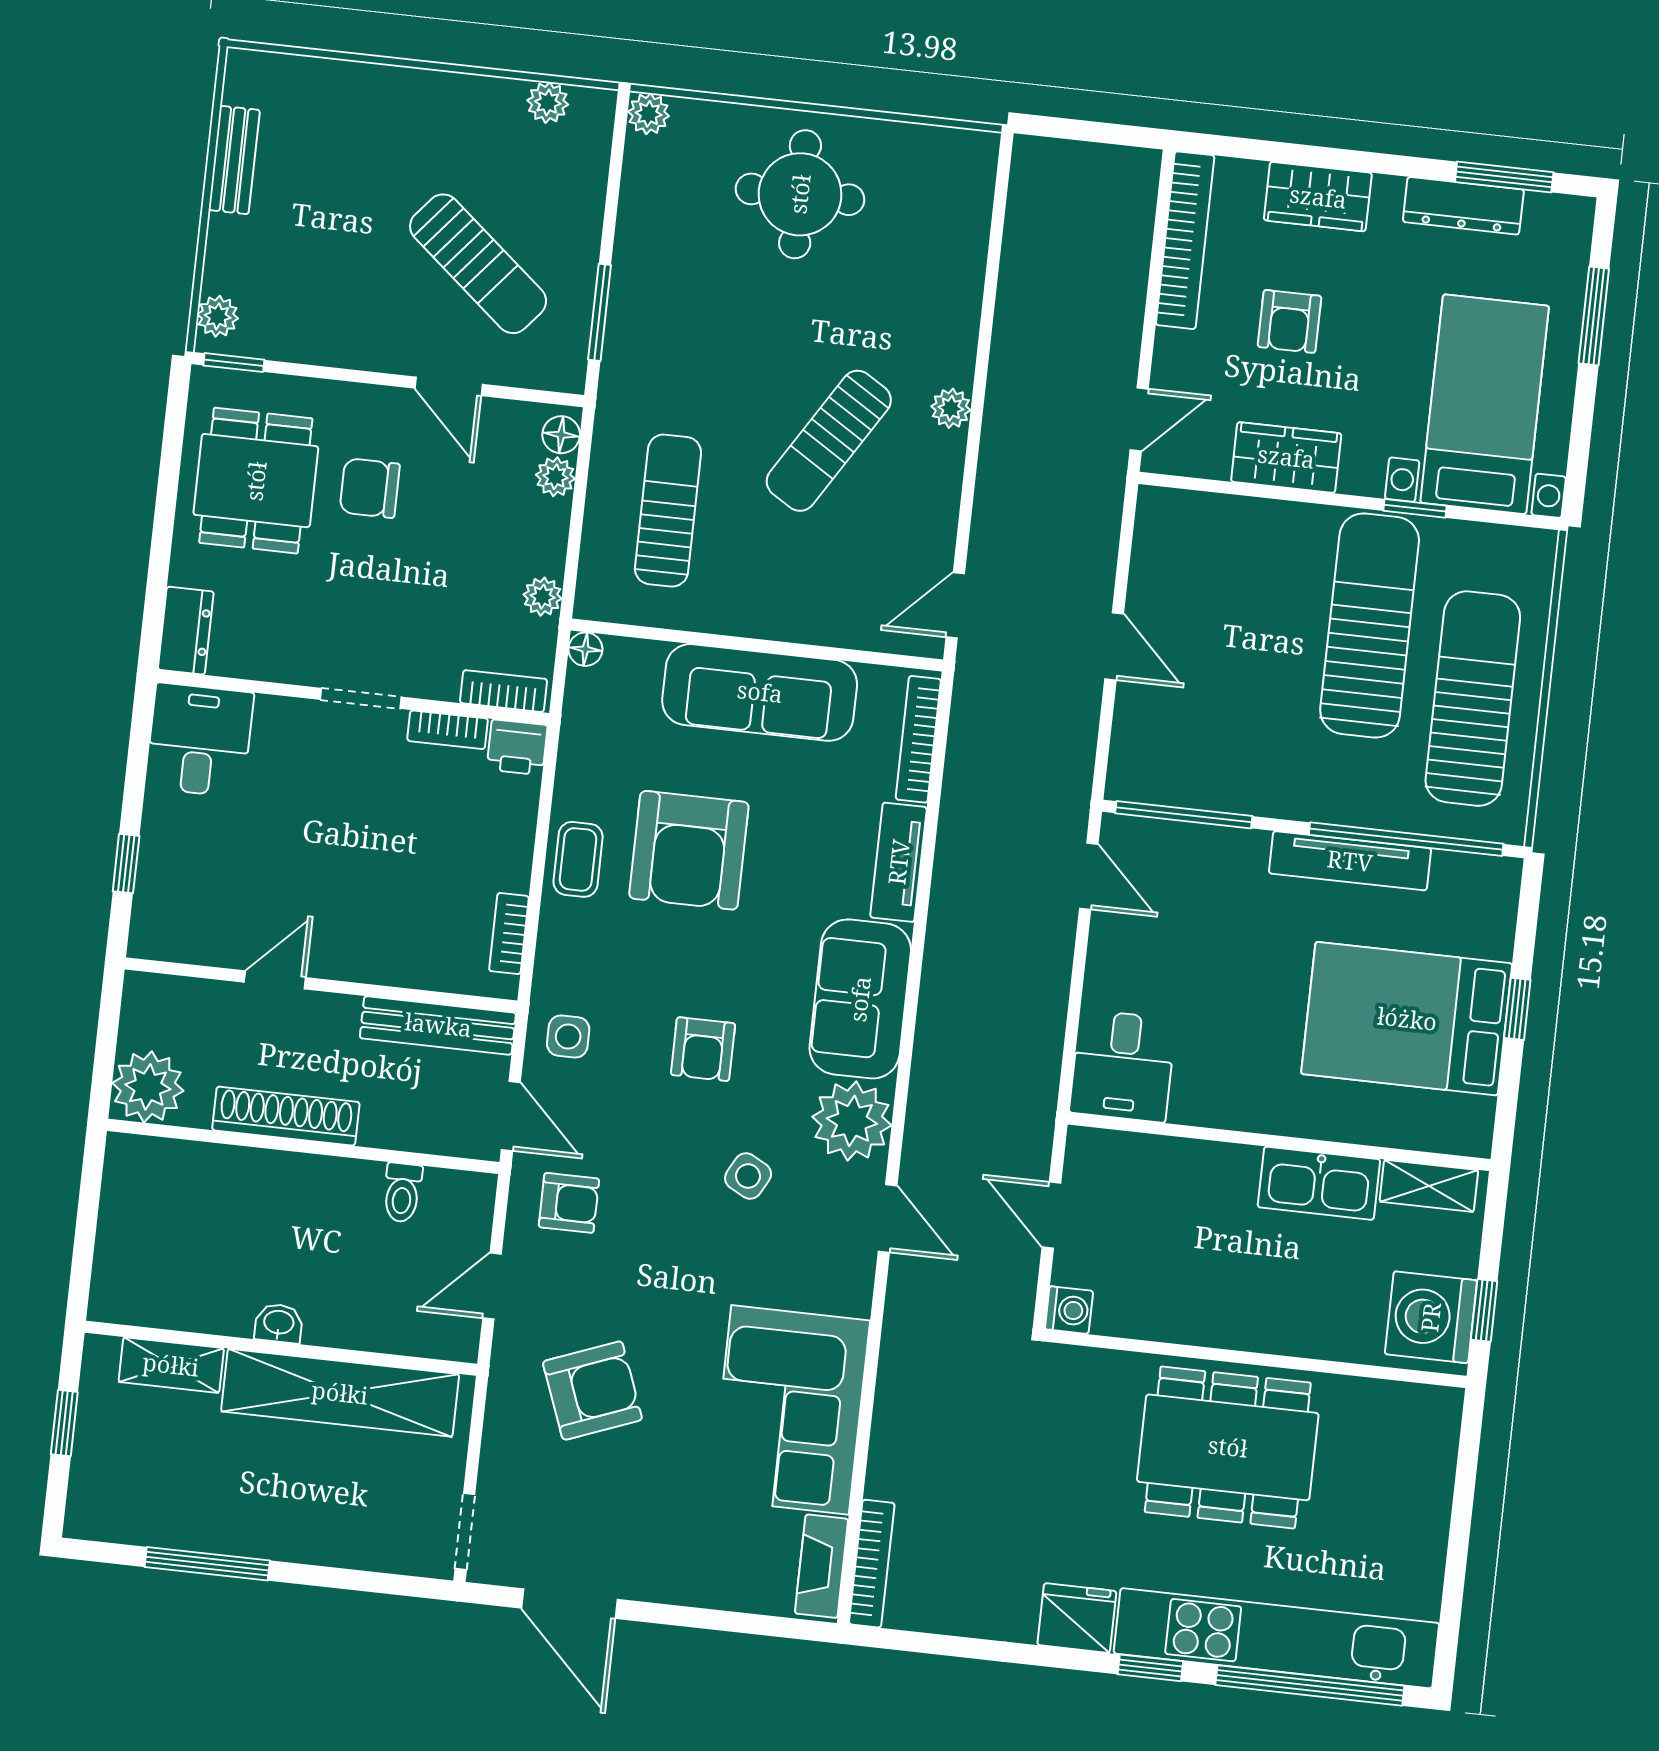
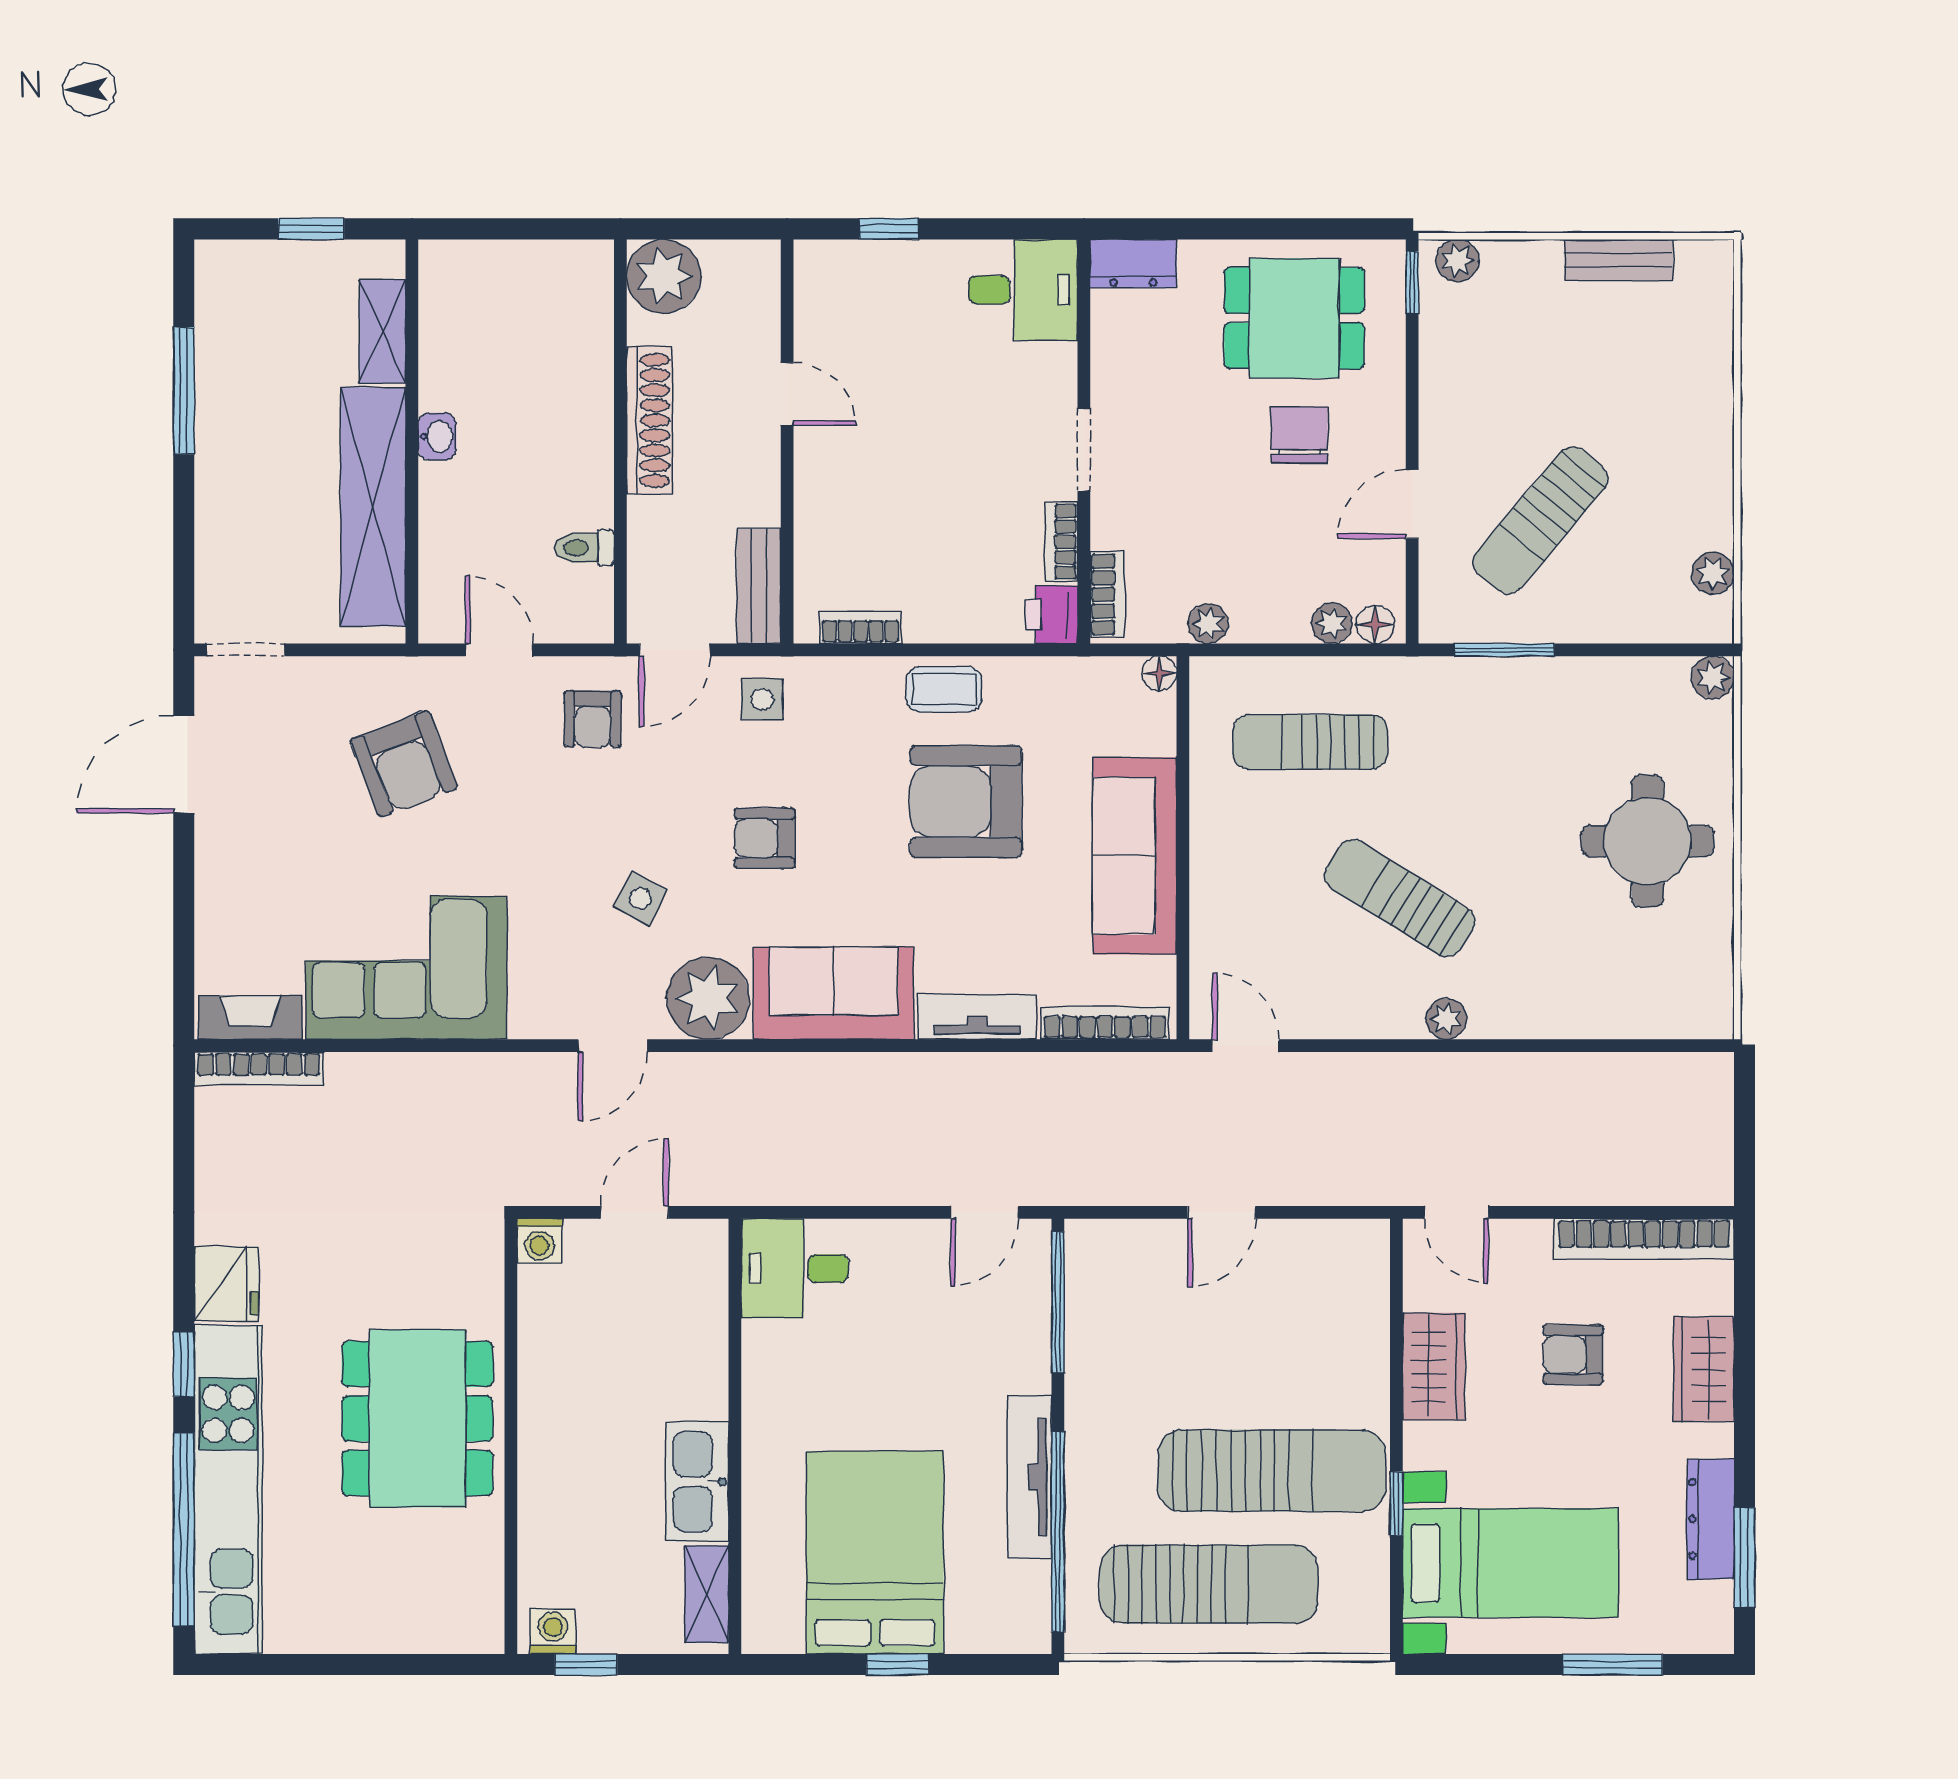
sun lounger: (668, 511) -> (1310, 742), turned 180
bench: (438, 1025) -> (759, 586), width x0.73
washing machine: (1431, 1317) -> (553, 1631), width x0.53, depth x0.53

